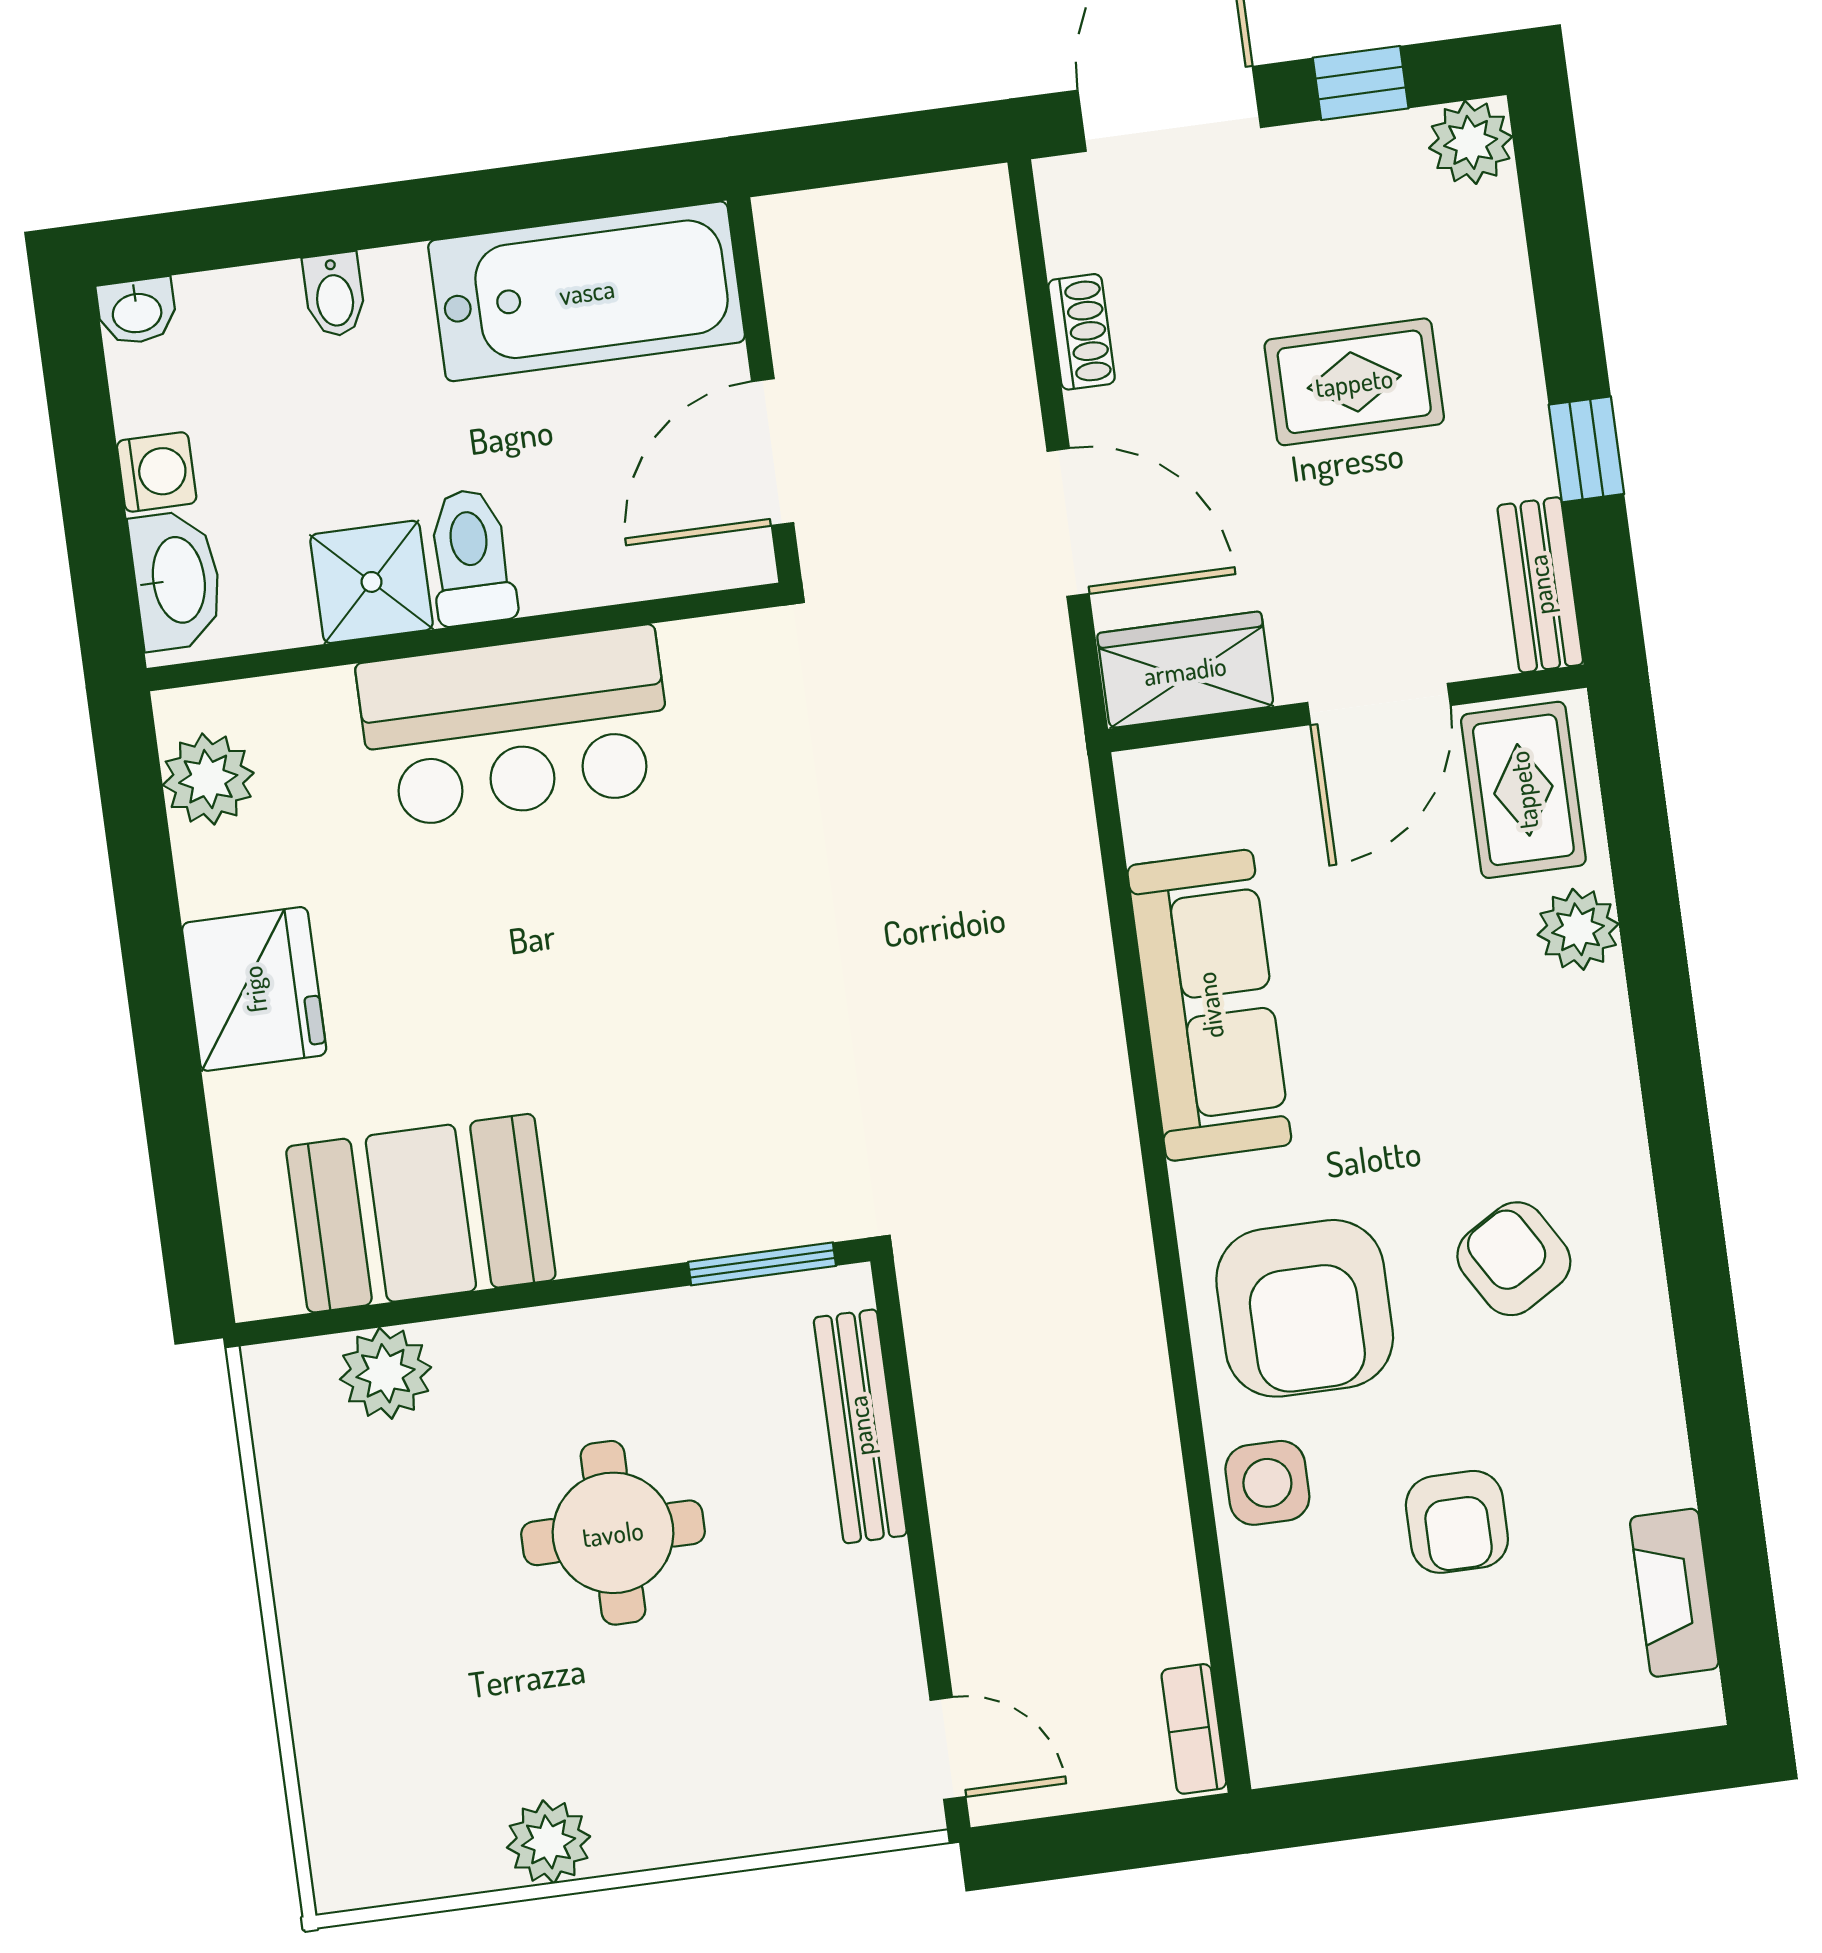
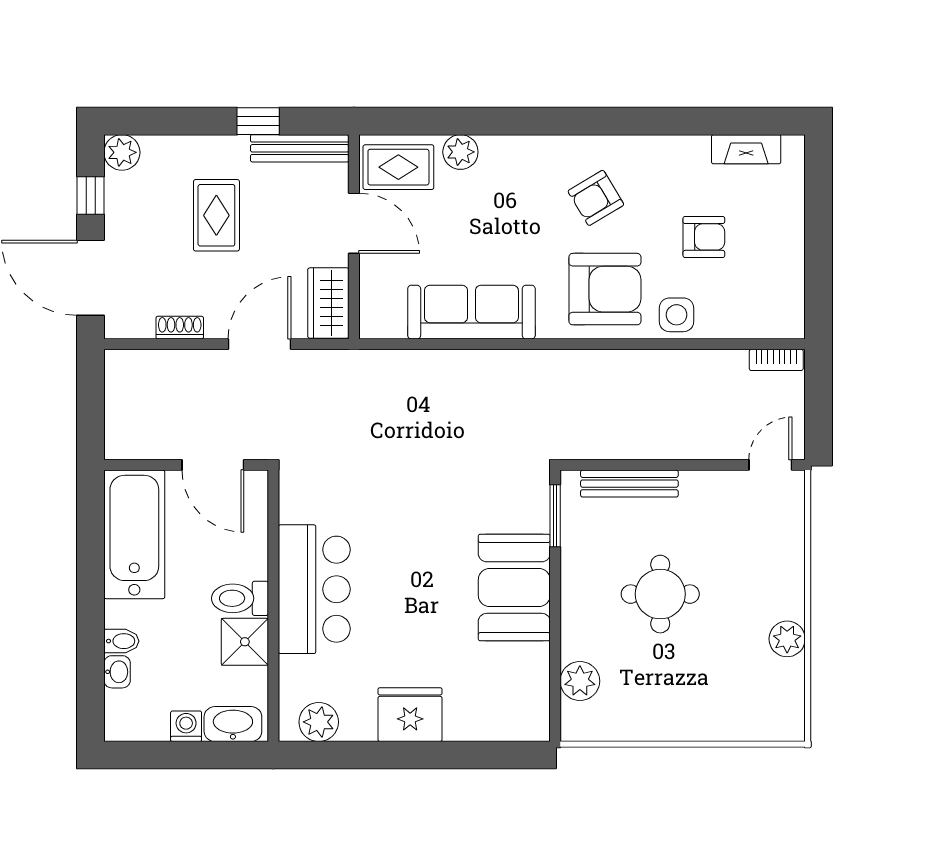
washbasin: (137, 311) -> (117, 672), moved
bench: (1540, 585) -> (300, 148), width x1.36
booth: (421, 1213) -> (514, 588), moved

